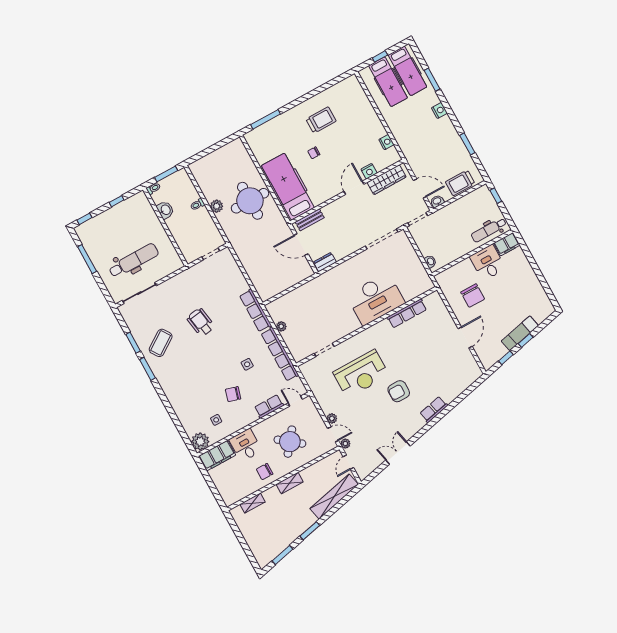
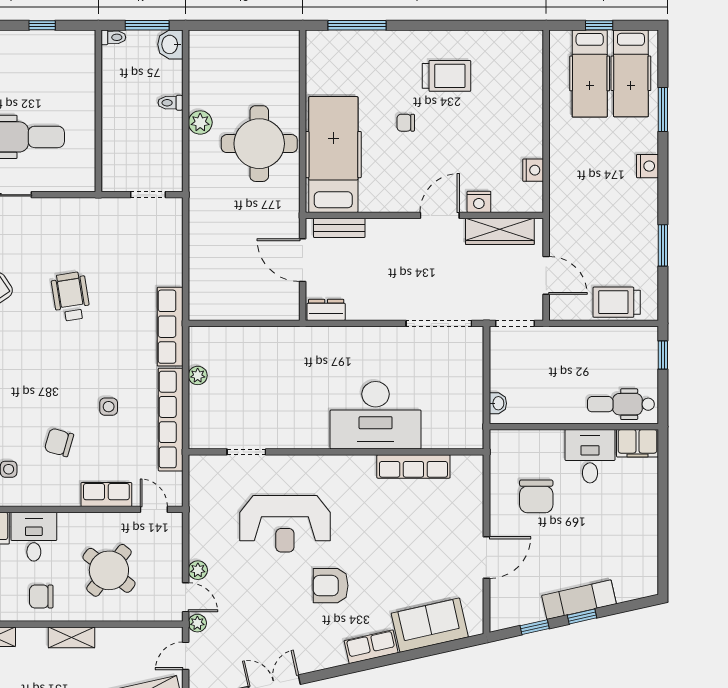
washbasin: (437, 201) -> (563, 311), removed
washbasin: (165, 210) -> (170, 44), moved, turned 180
sofa: (456, 384) -> (430, 625), added

